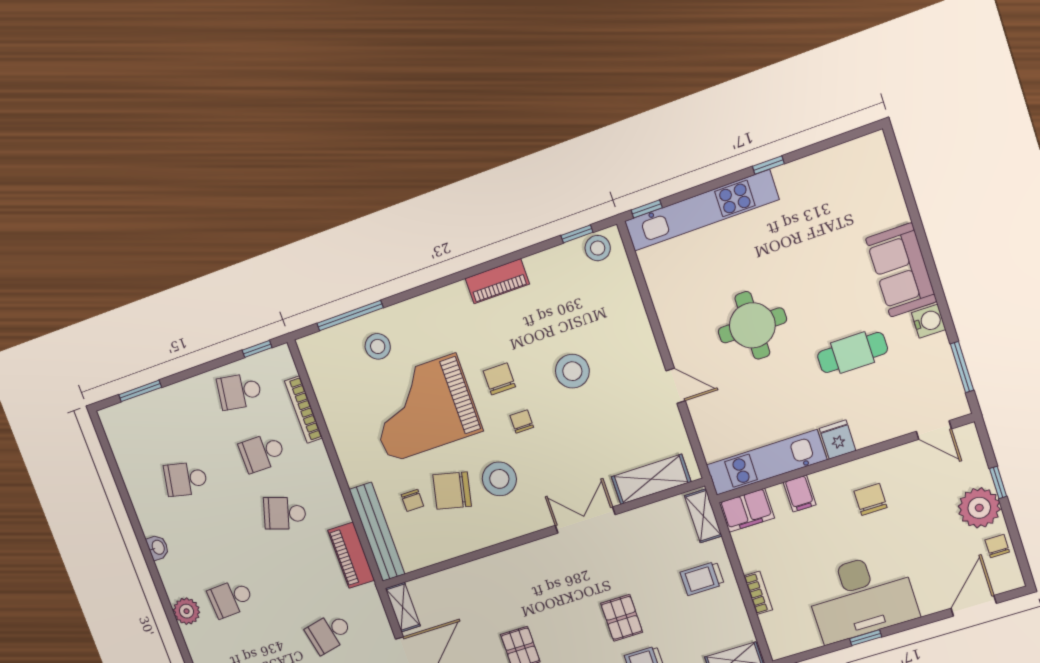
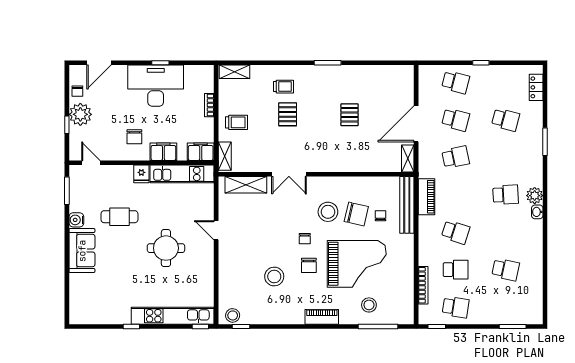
piano: (497, 281) -> (322, 317), moved
stool: (572, 371) -> (274, 277), moved
filing cabinet: (800, 494) -> (163, 152), width x2.00
washbasin: (158, 547) -> (537, 212), moved

